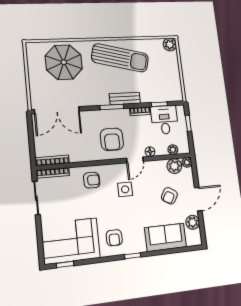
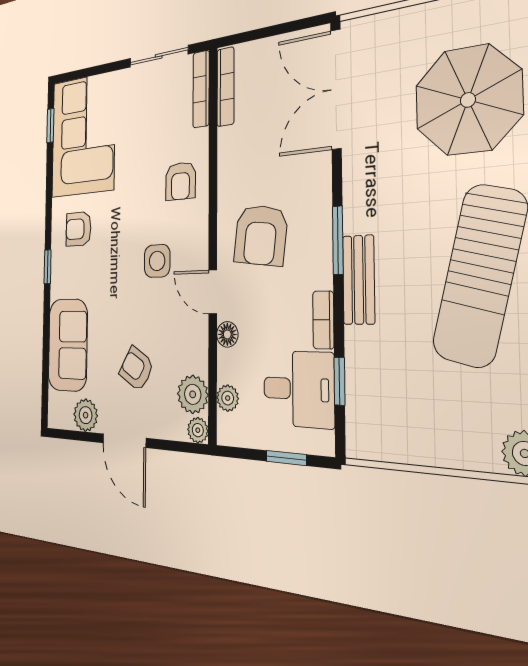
armchair: (112, 139) -> (261, 235), turned -83

